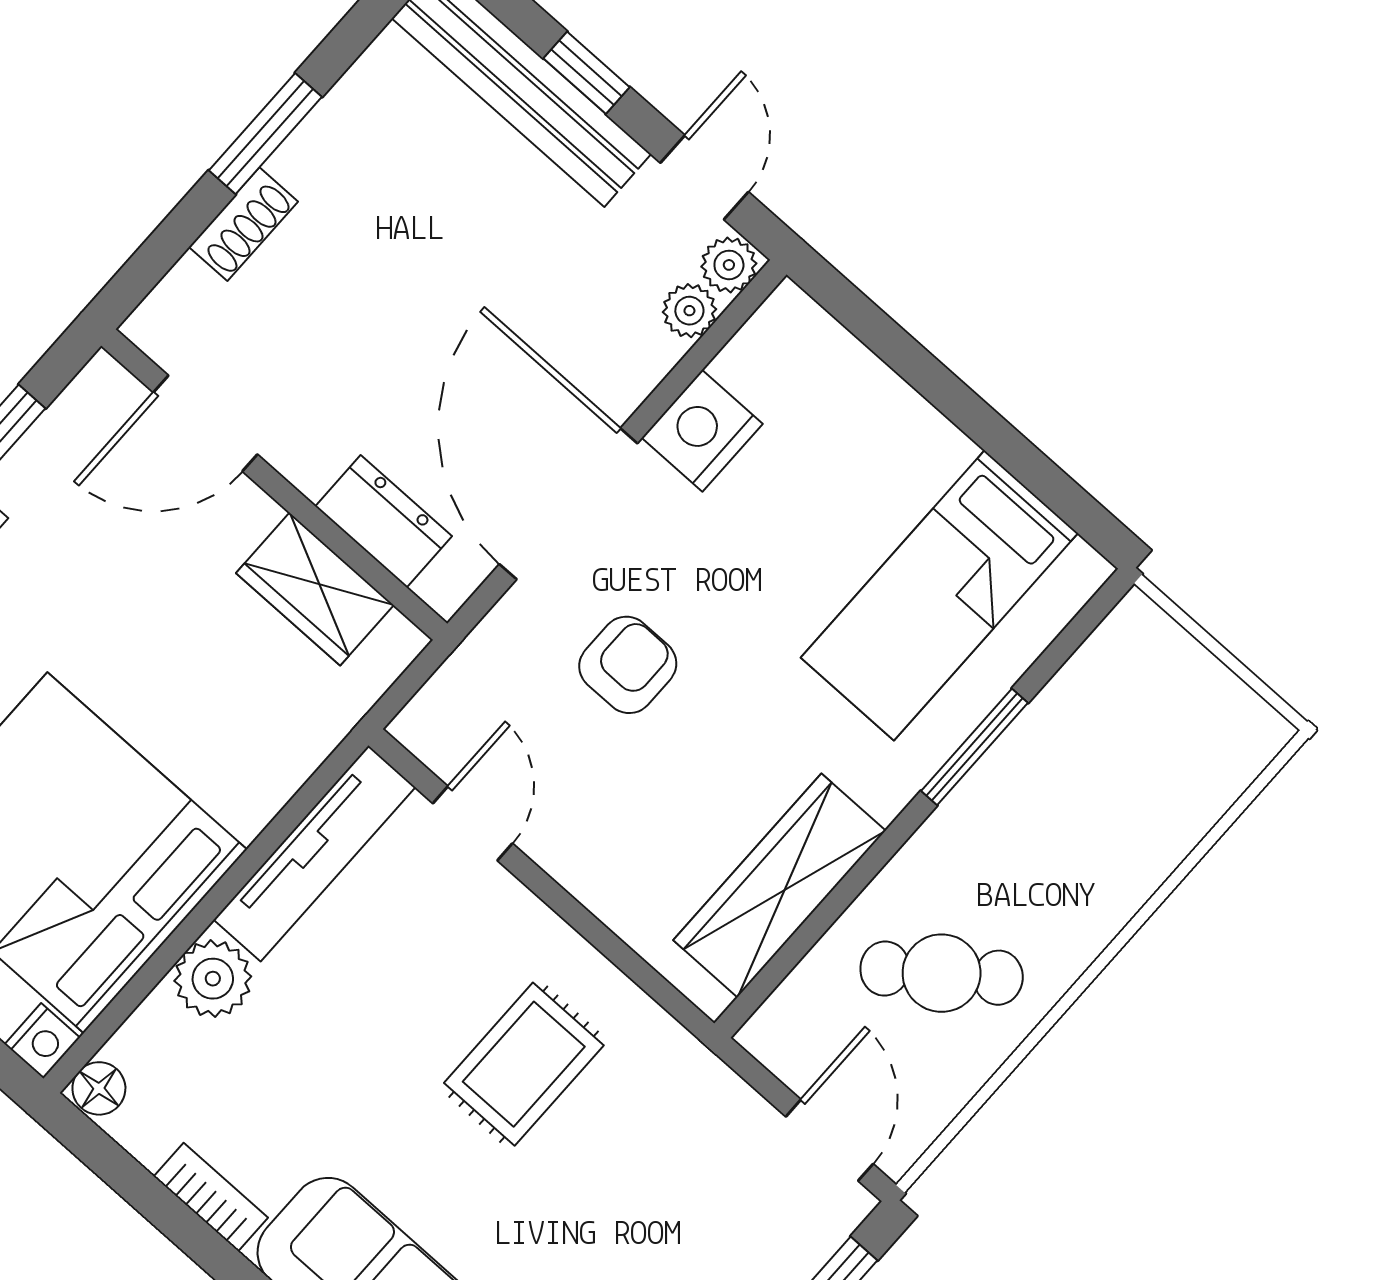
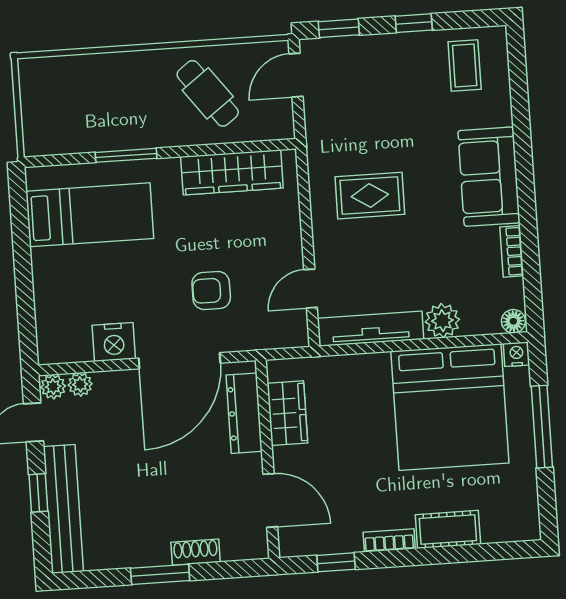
dresser: (384, 521) -> (244, 413), width x1.44

